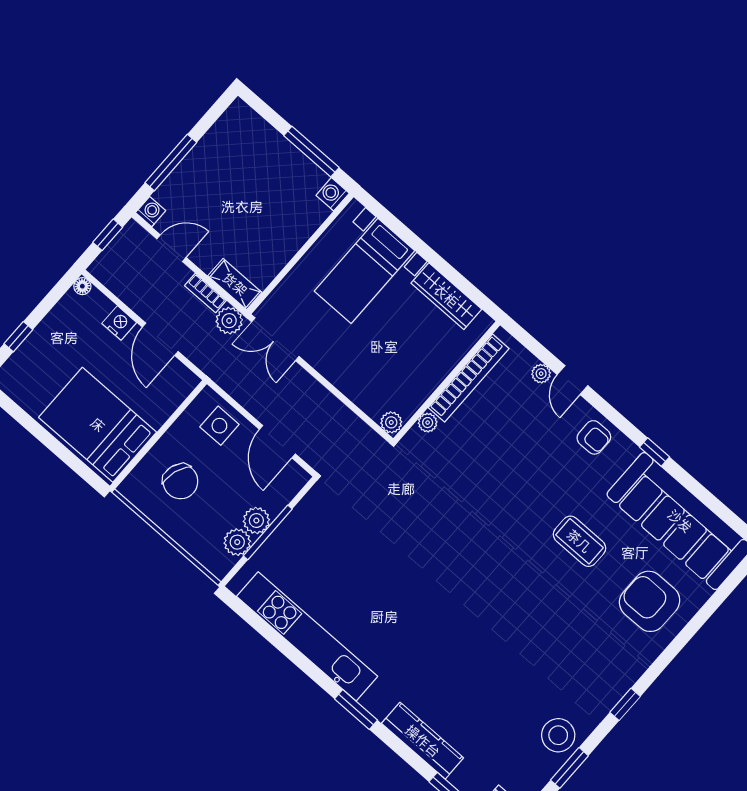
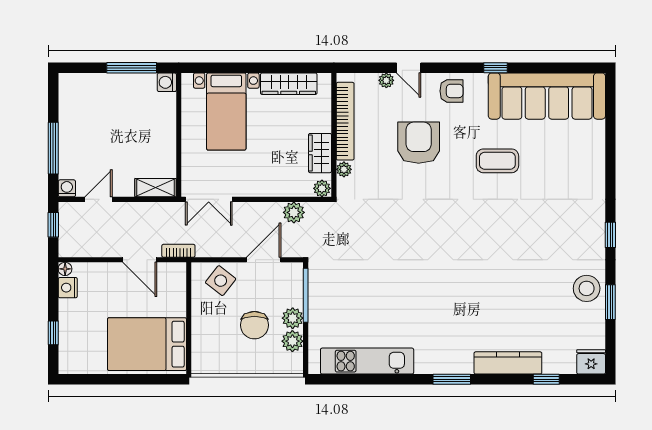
bookcase: (205, 293) -> (178, 251), moved, turned 180
plant: (229, 321) -> (294, 212), moved
nightstand: (119, 323) -> (68, 288), moved, turned -90
wardrobe: (419, 387) -> (320, 153), added
side table: (219, 426) -> (221, 281), turned 38
door: (277, 442) -> (264, 260), swing flipped
chair: (180, 481) -> (254, 325), moved, turned 72
window: (268, 532) -> (306, 295), moved
armchair: (650, 601) -> (419, 143), moved, turned 90
kitchen unit: (307, 636) -> (367, 361), width x0.73

